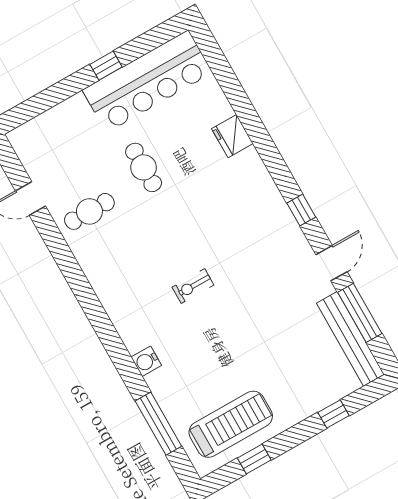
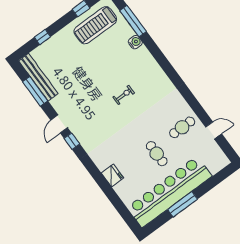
window: (106, 66) -> (183, 204), width x2.17
bar counter: (147, 81) -> (169, 192), width x1.36
door: (332, 263) -> (59, 124), moved
water cooler: (146, 361) -> (135, 42), moved

